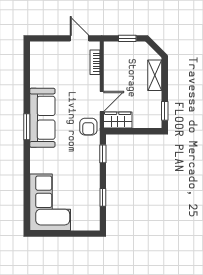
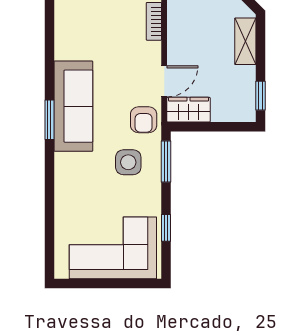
side table: (78, 154) -> (128, 162), added
window: (103, 154) -> (166, 161), width x1.50
corner sofa: (50, 202) -> (113, 248), moved, turned -90

